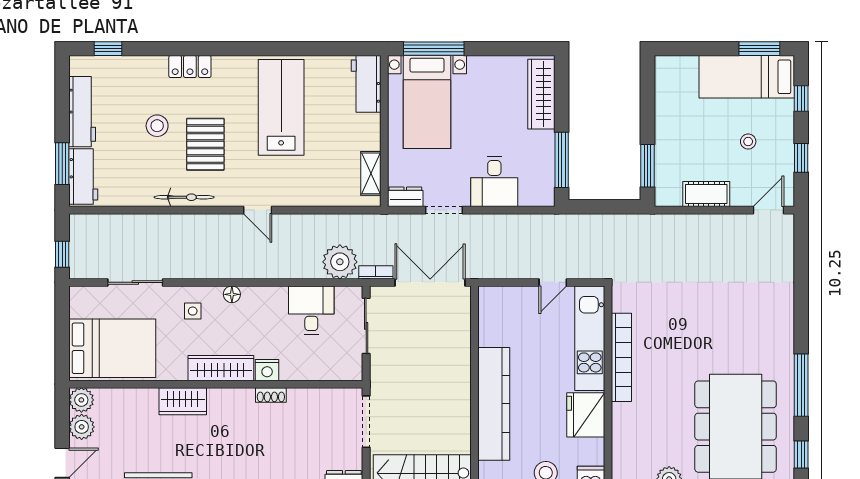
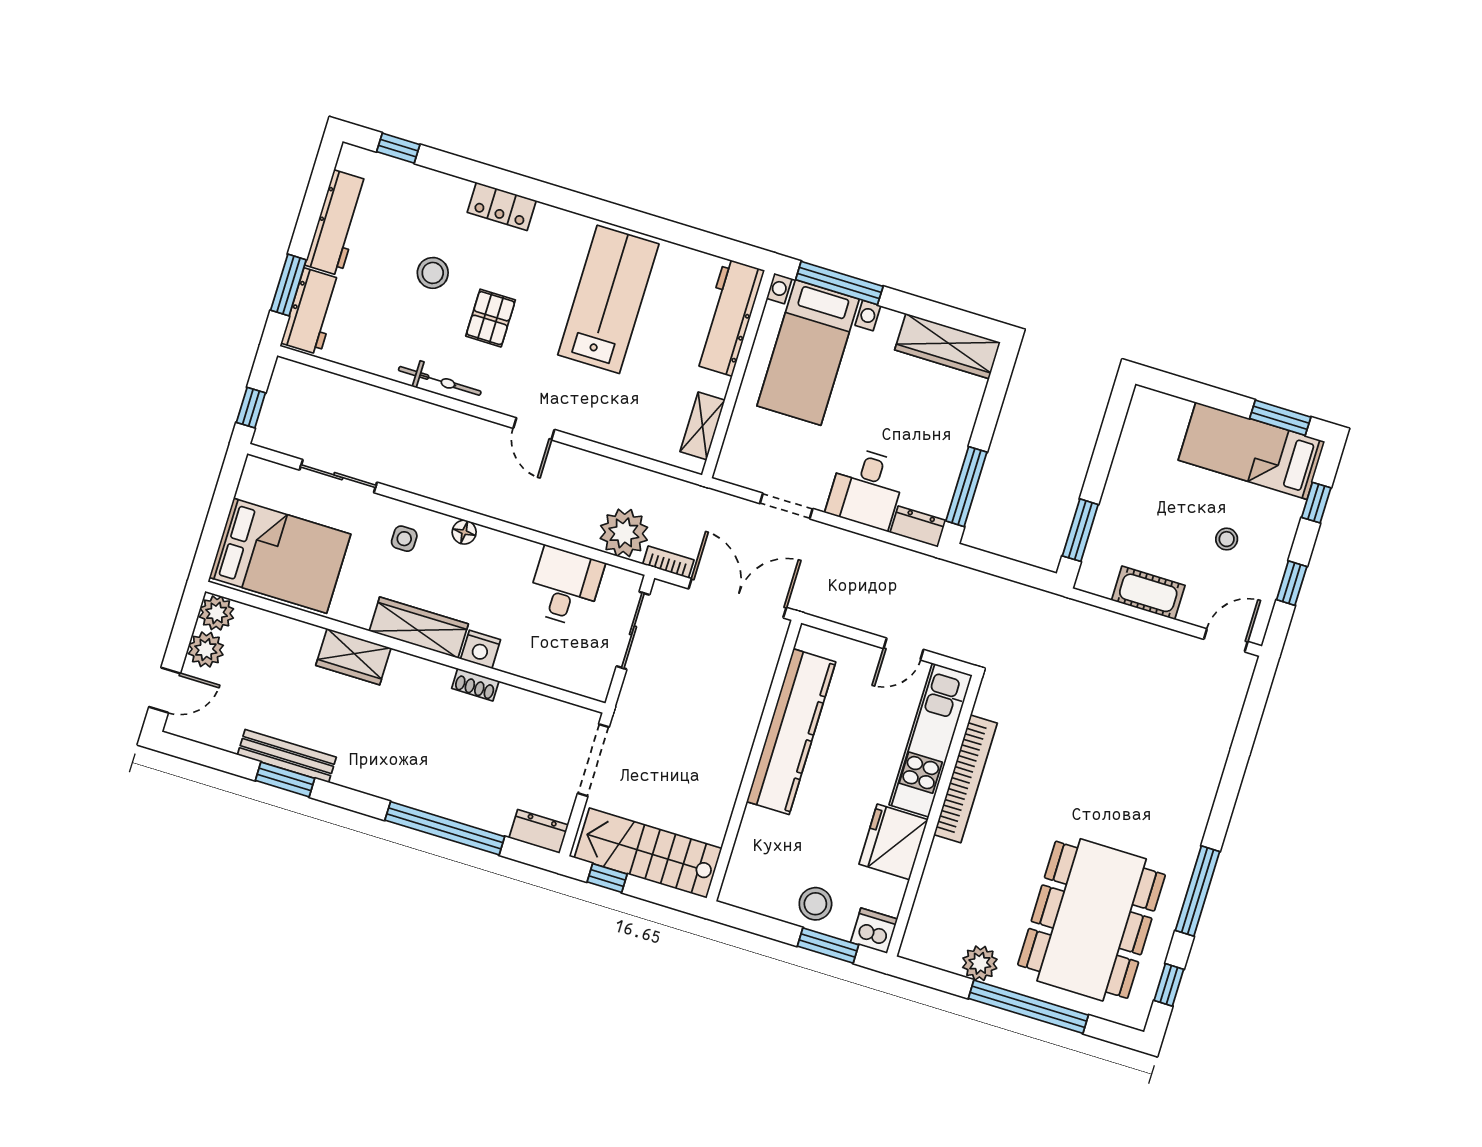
workbench: (366, 84) -> (729, 317), width x1.38
wardrobe: (541, 94) -> (948, 346), moved, turned -90
pallet: (205, 144) -> (491, 318), width x0.67, depth x0.71
dresser: (405, 197) -> (918, 527), moved
kitchen counter: (494, 404) -> (791, 732), moved

